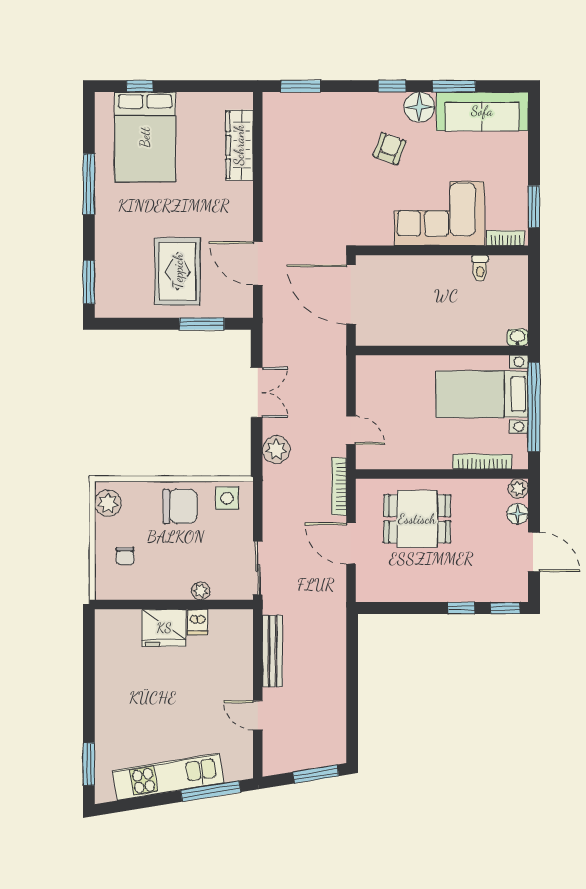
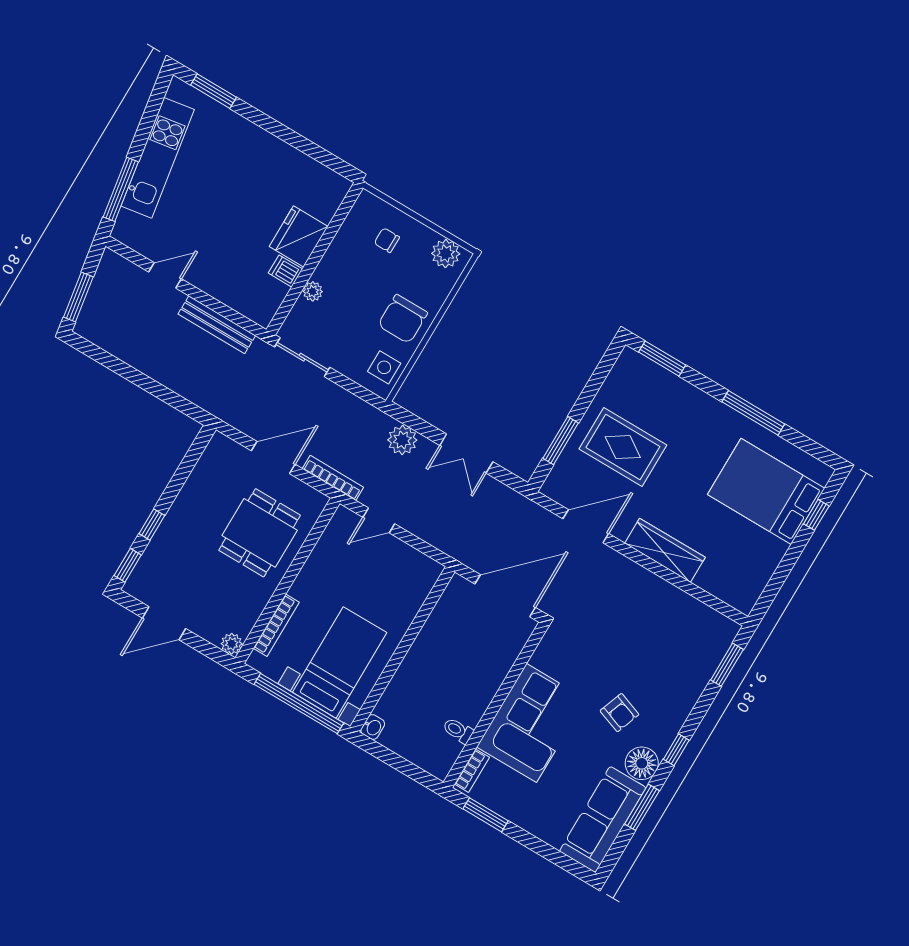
wardrobe: (239, 145) -> (665, 550), moved
floor lamp: (518, 514) -> (209, 629), removed

